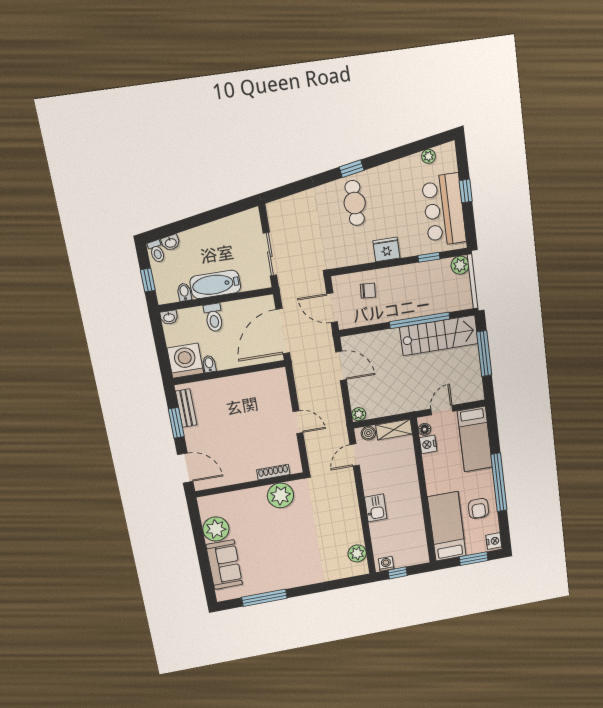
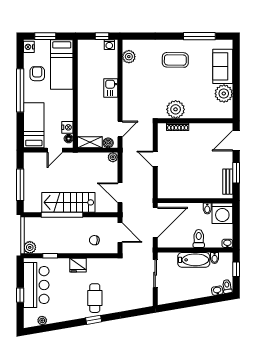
stairs: (439, 335) -> (68, 202), moved
door: (185, 468) -> (236, 141), hinge flipped
coffee table: (292, 561) -> (175, 60), added

